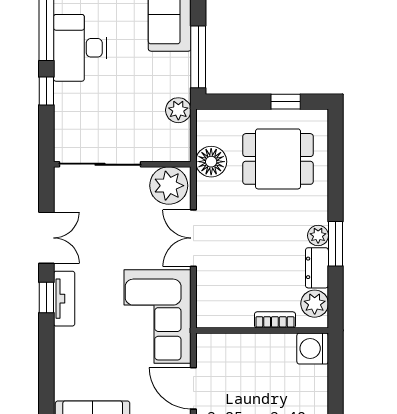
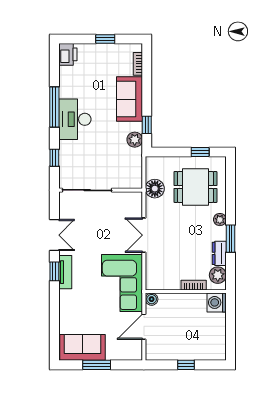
window: (198, 57) -> (147, 125), width x0.46
window: (46, 91) -> (54, 158), moved
plant: (178, 110) -> (135, 140), moved
plant: (169, 186) -> (129, 203), removed
plant: (318, 236) -> (220, 220), moved
boiler: (206, 343) -> (152, 299), added
door: (193, 388) -> (144, 327), hinge flipped

